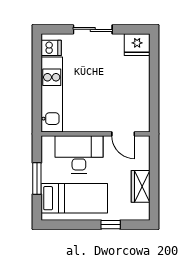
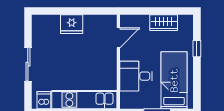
fridge: (137, 45) -> (72, 24), moved, turned 90
desk: (79, 154) -> (136, 76), width x0.73

